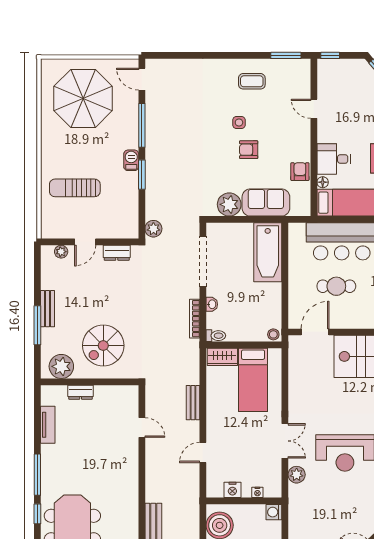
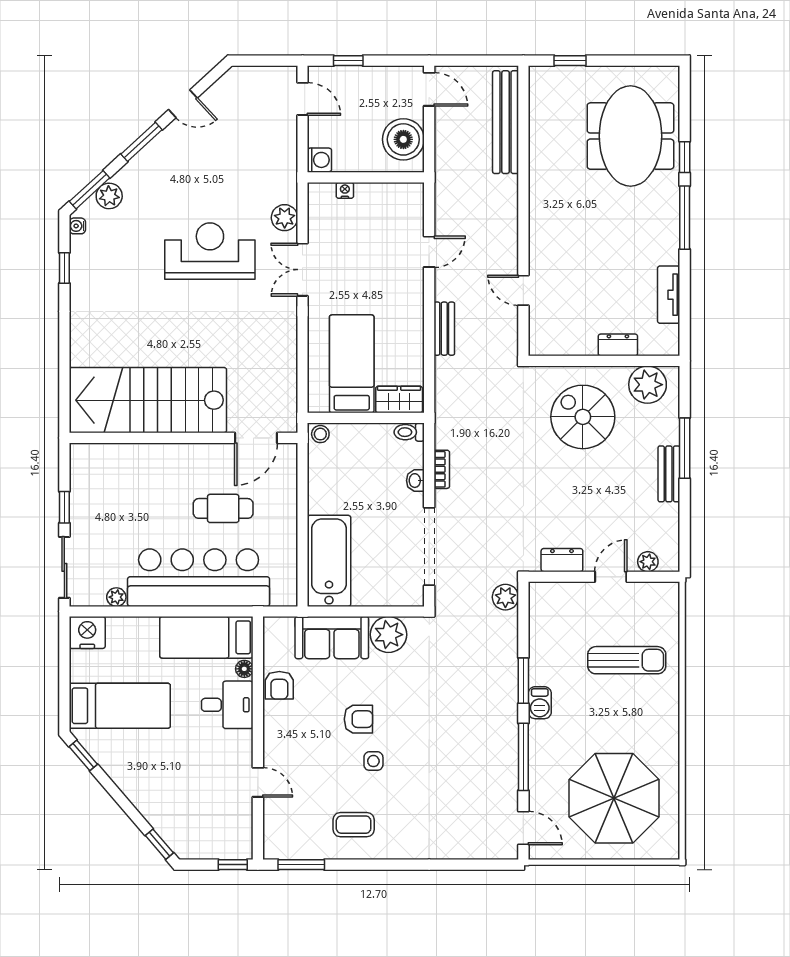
bookcase: (195, 319) -> (442, 469), width x0.64
spiral stairs: (103, 346) -> (583, 417), turned -90
nightstand: (232, 490) -> (384, 194), removed

